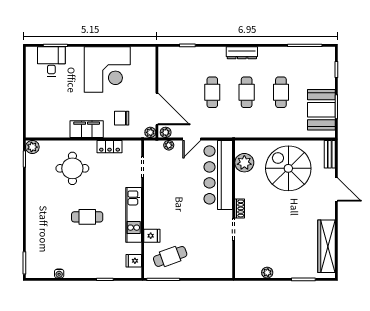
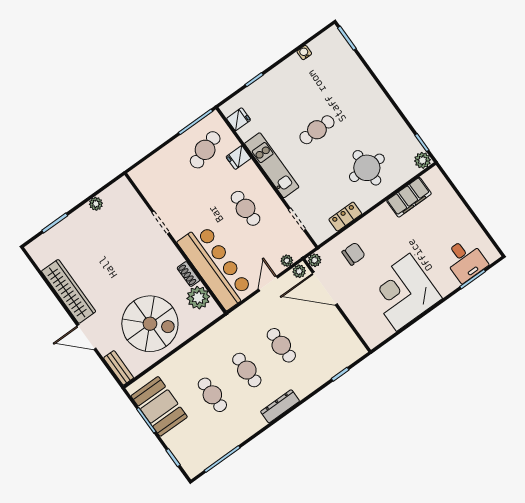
filing cabinet: (87, 129) -> (409, 197), moved
cafe table: (171, 199) -> (246, 208), added
shoe rack: (240, 208) -> (188, 274), moved
wardrobe: (326, 246) -> (69, 291), moved

